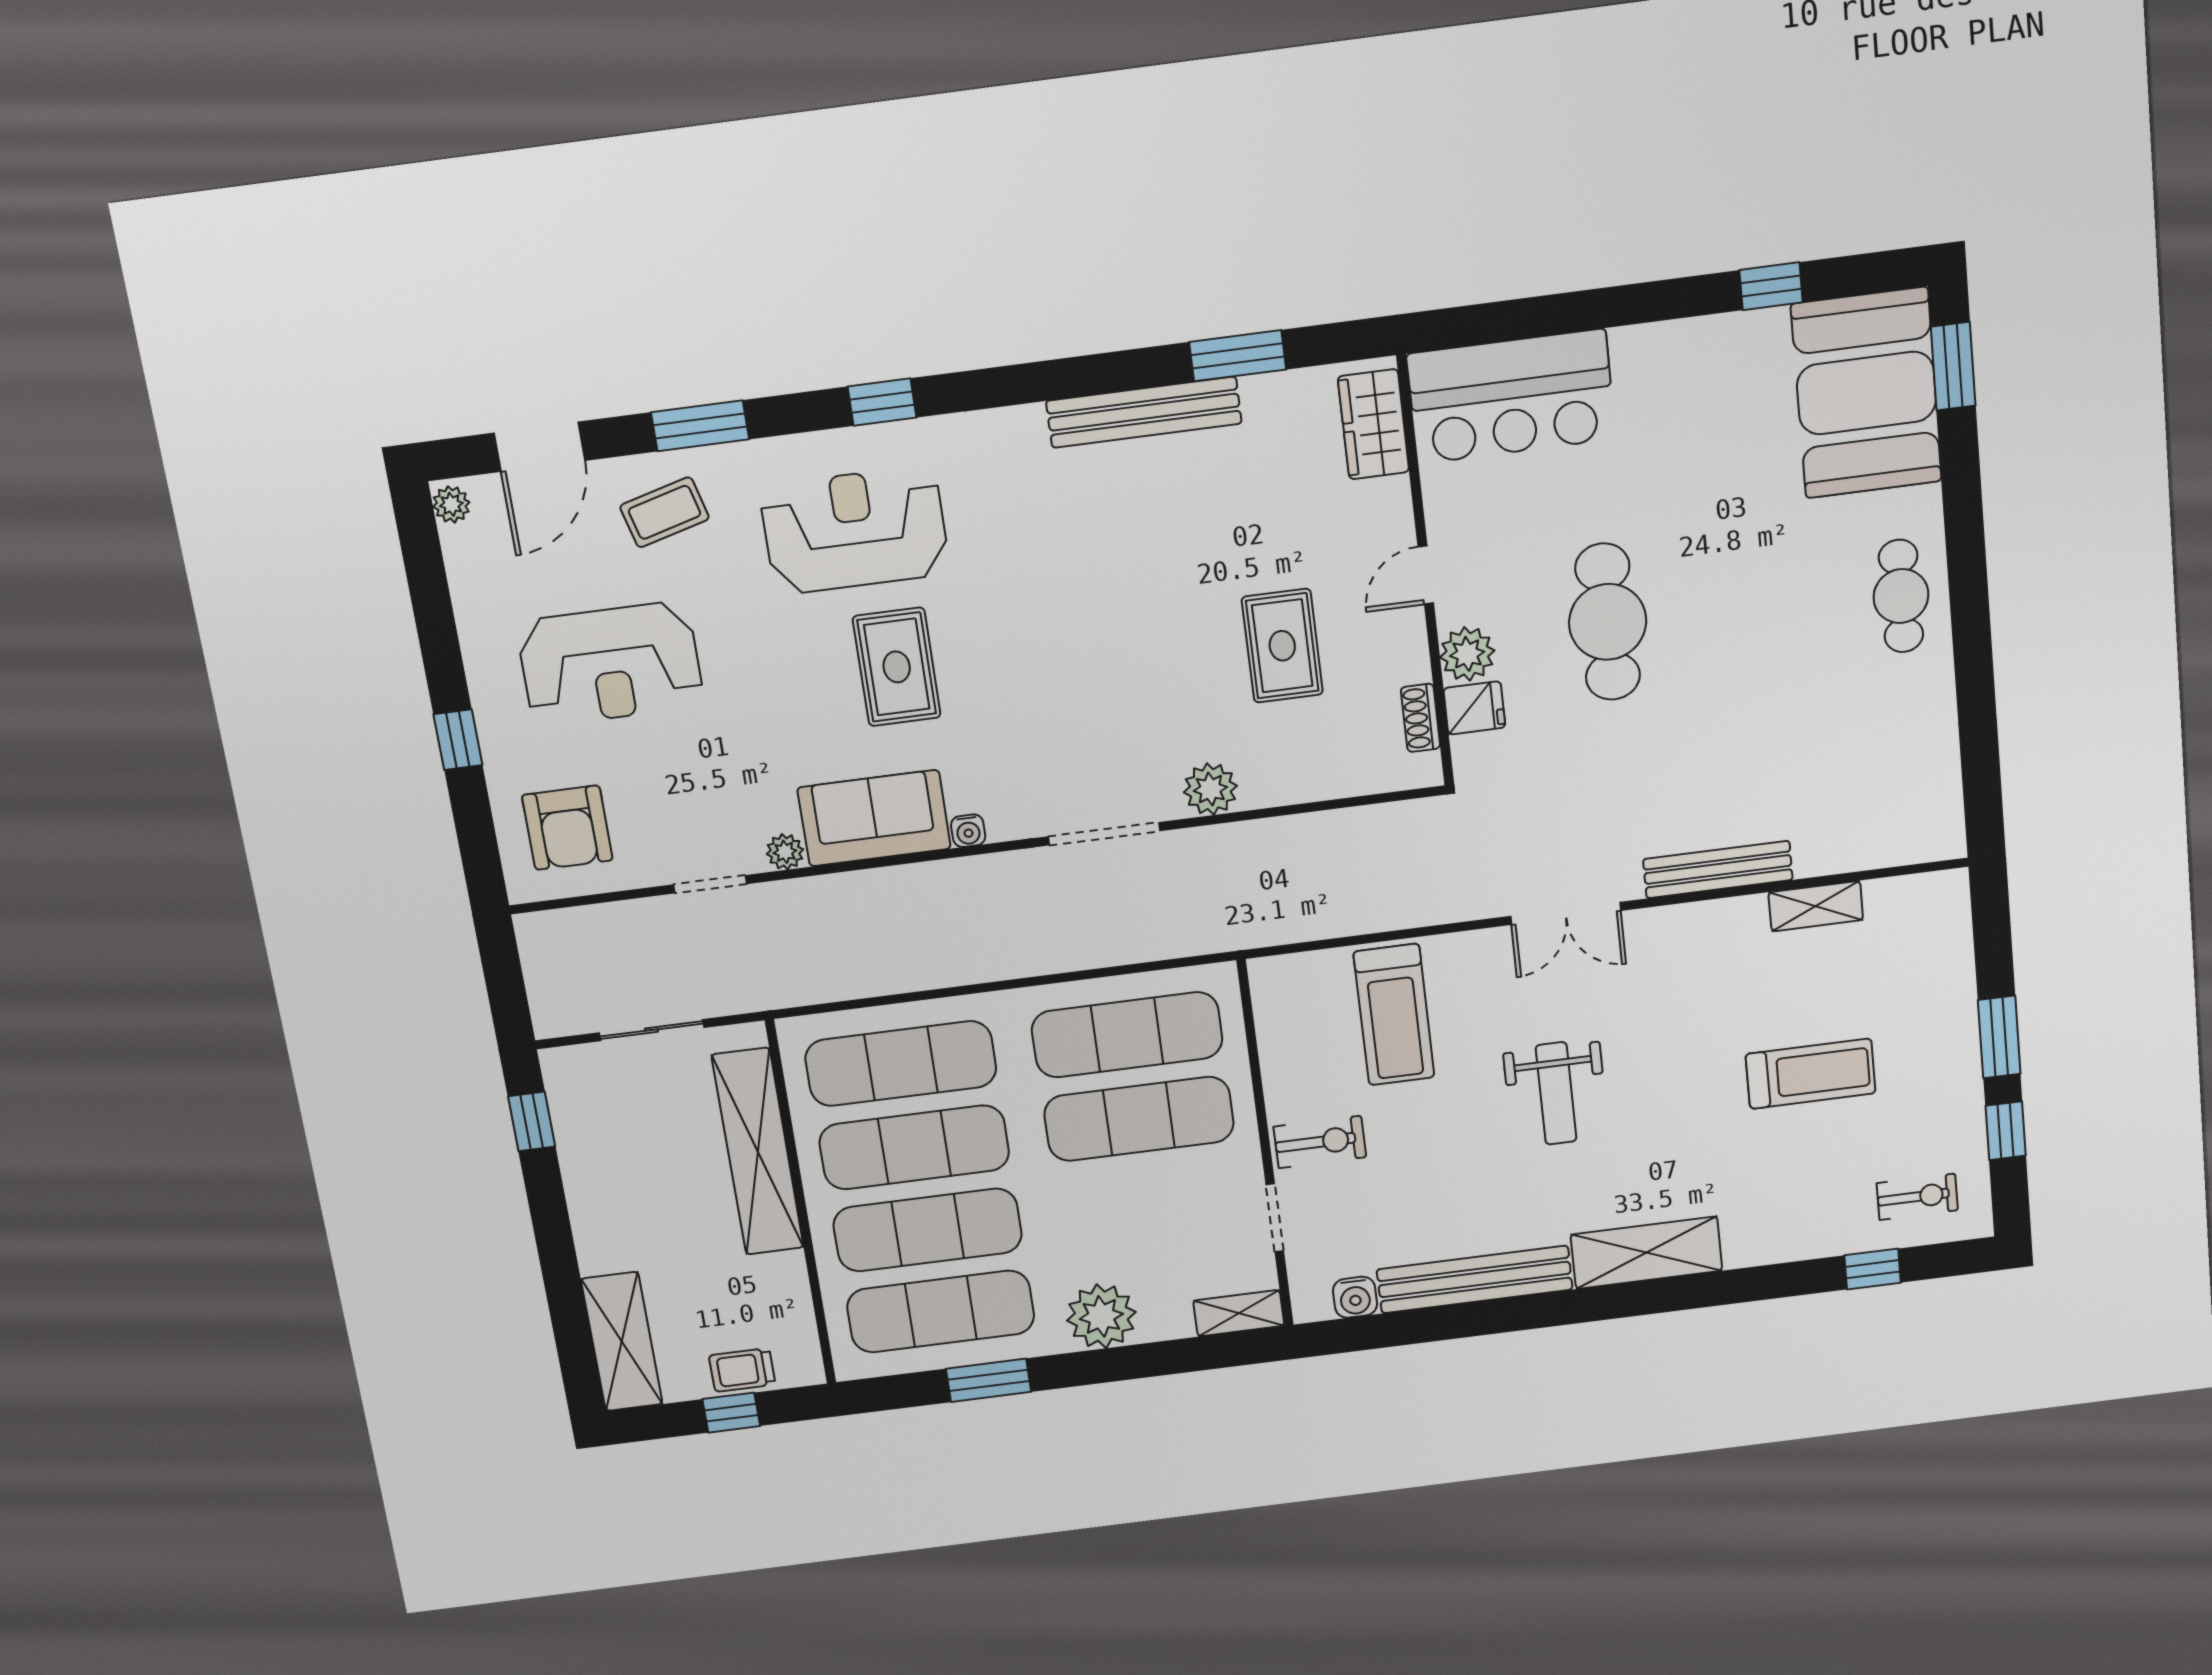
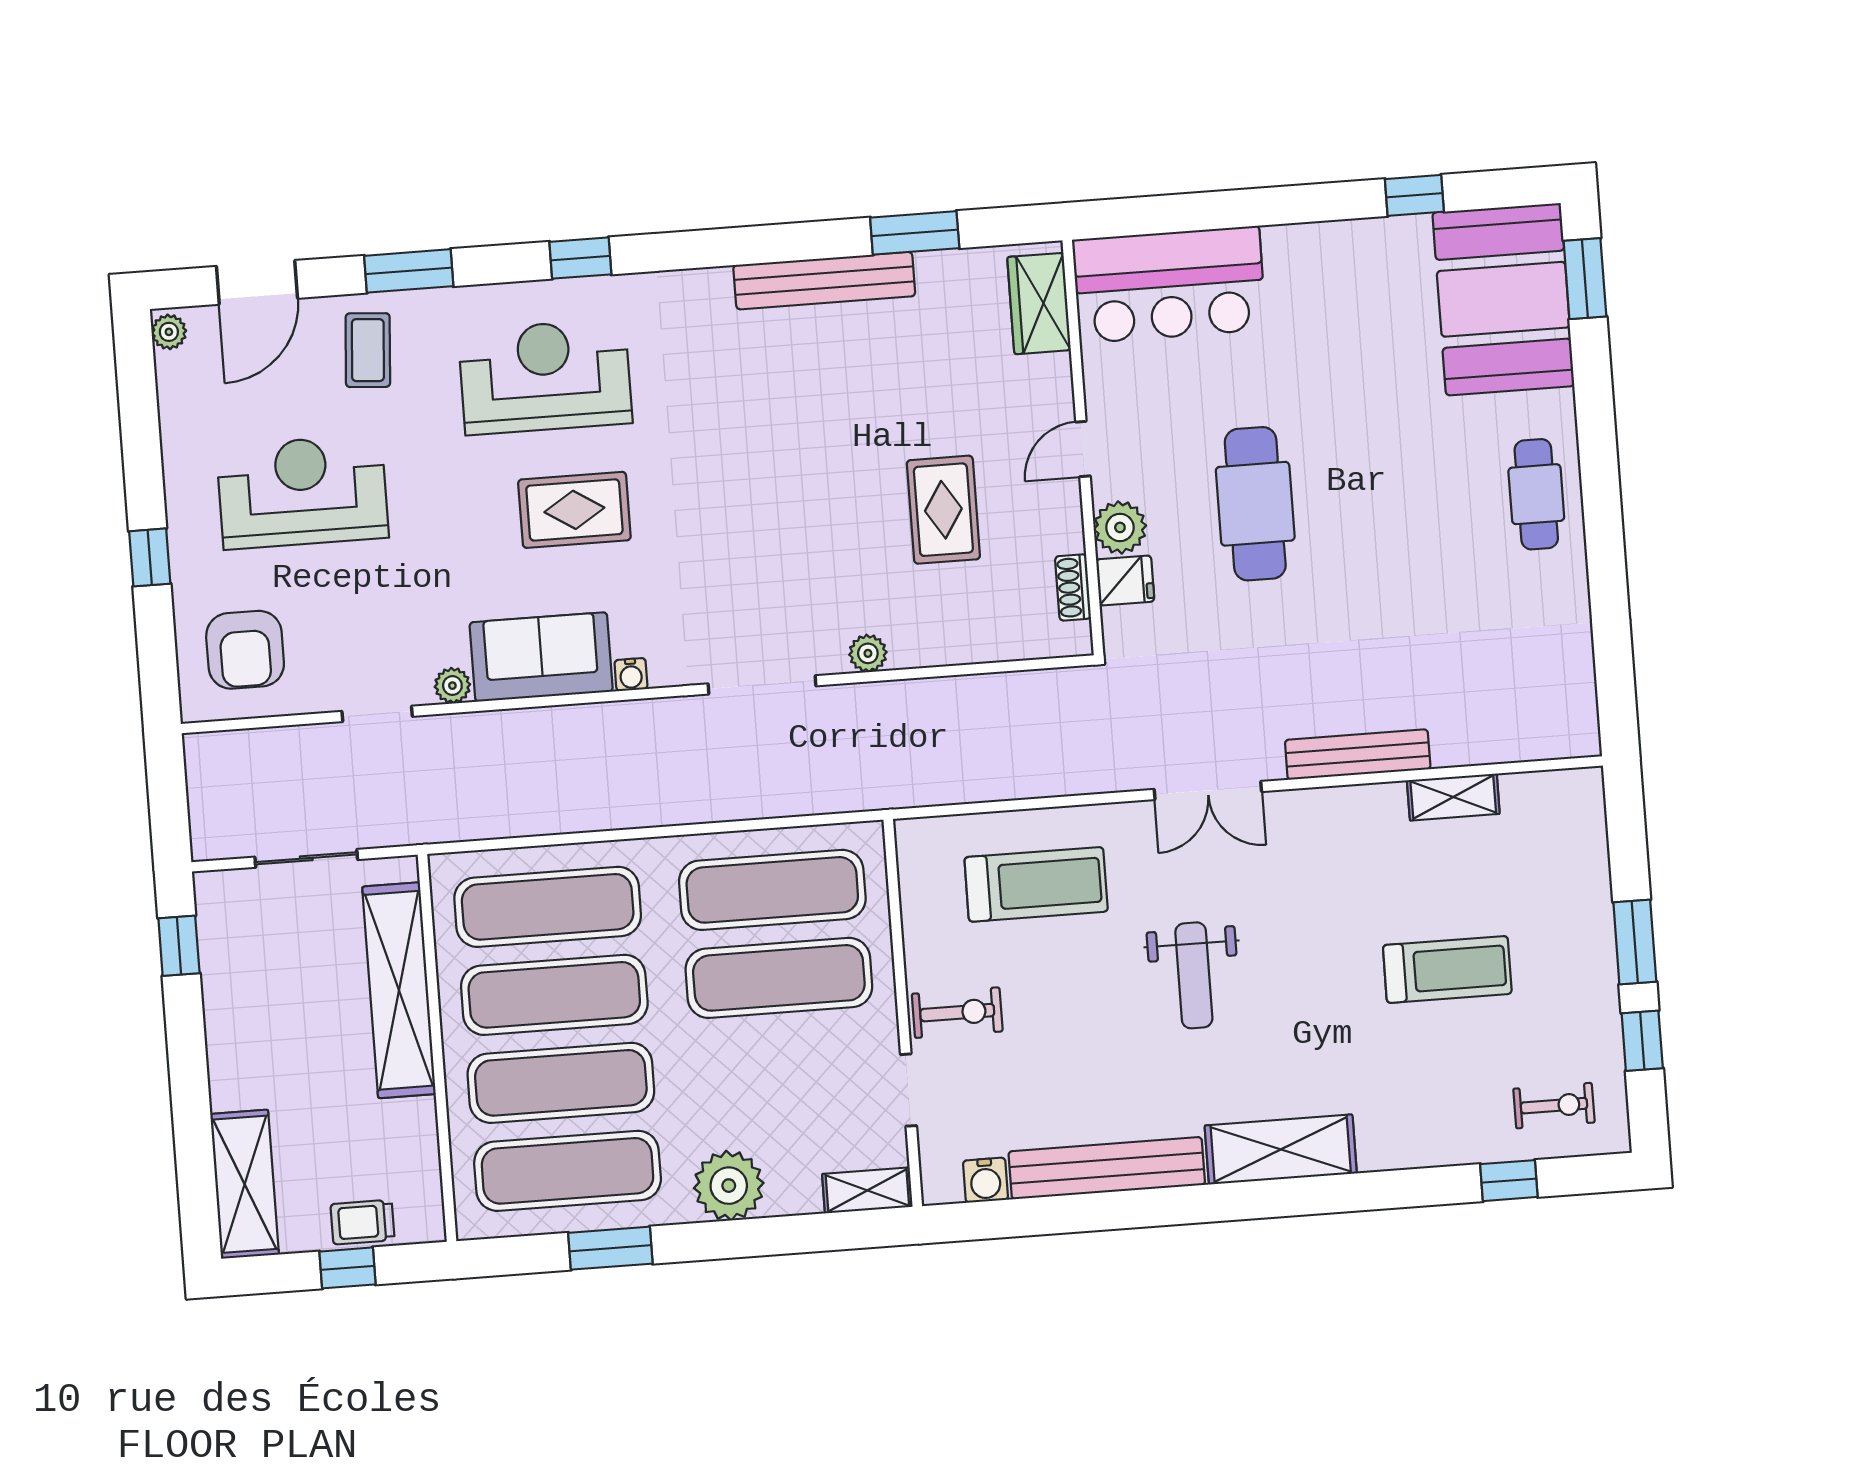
coffee table: (665, 512) -> (368, 350), turned -71
reception desk: (610, 664) -> (302, 492), turned 180
rug: (897, 667) -> (574, 510), turned 90
plant: (1210, 789) -> (868, 653), width x0.73, depth x0.73
treadmill: (1394, 1015) -> (1036, 884), turned -90

